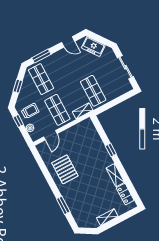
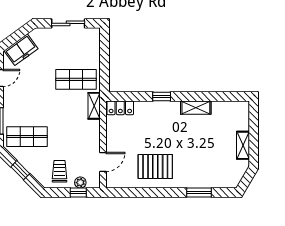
shop shelf: (57, 110) -> (76, 137), removed
window: (18, 121) -> (78, 192), moved
door: (50, 135) -> (103, 162), hinge flipped
locker: (125, 194) -> (120, 108), moved

